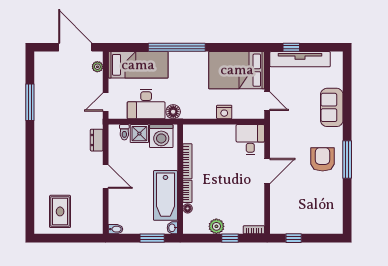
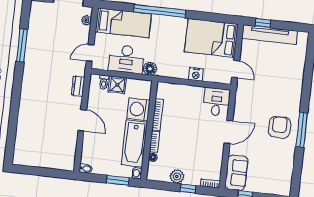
sofa: (332, 107) -> (236, 173), moved, turned 180
washing machine: (161, 136) -> (138, 109), moved, turned 90
rug: (60, 211) -> (38, 147), removed

